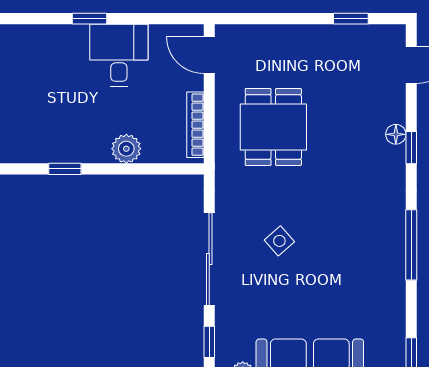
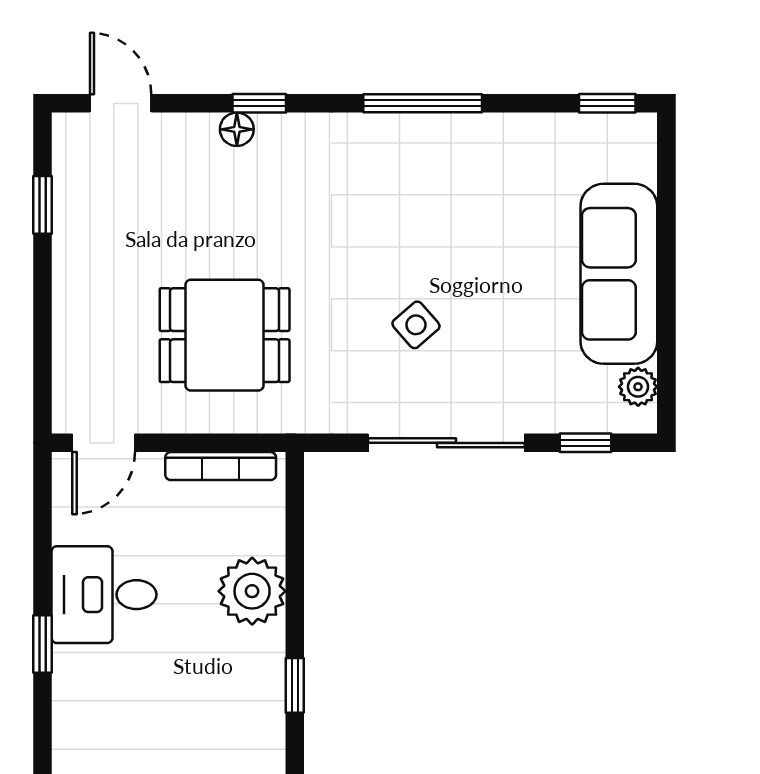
plant: (126, 149) -> (252, 591), width x1.36, depth x1.36

